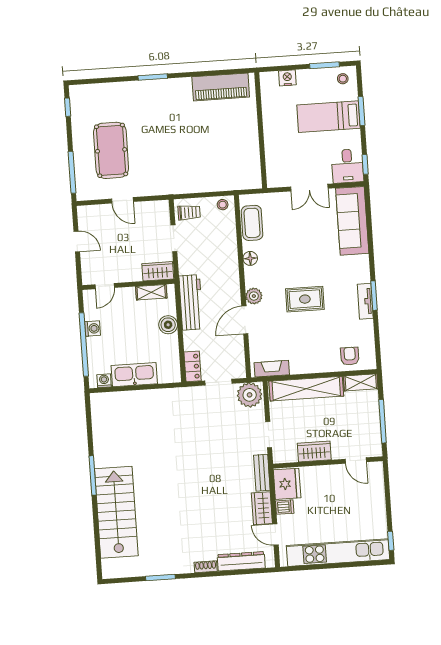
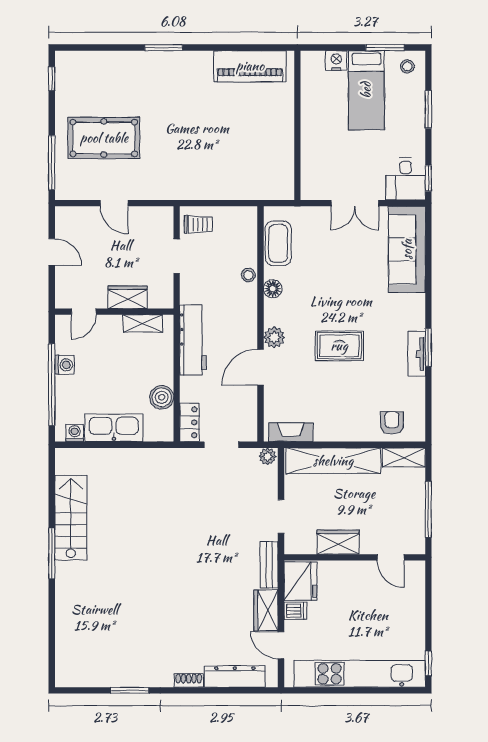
bed: (329, 117) -> (366, 90), moved, turned -90
pool table: (111, 150) -> (104, 138), turned 90
stool: (223, 205) -> (248, 275), moved
wardrobe: (158, 271) -> (128, 297), moved
boiler: (168, 325) -> (162, 397), moved
plant: (250, 395) -> (267, 456), width x0.53, depth x0.53
stairs: (116, 512) -> (71, 518), moved, width x0.73, depth x0.66

